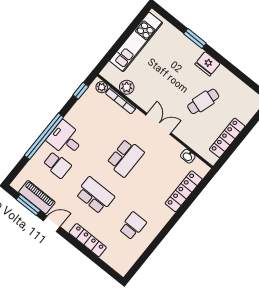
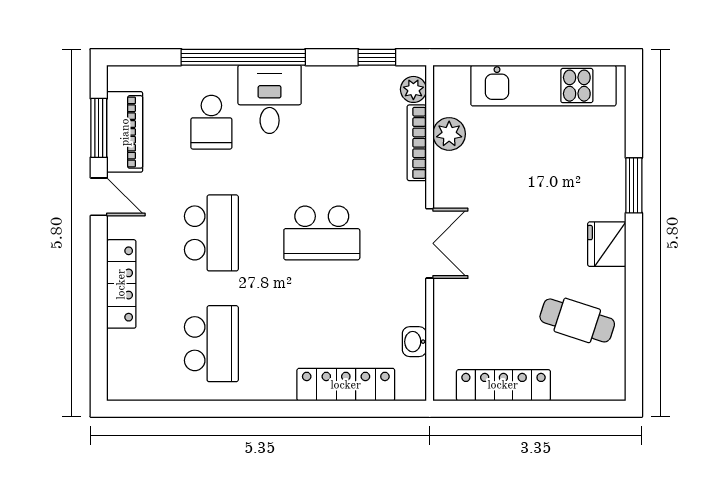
cafe table: (203, 101) -> (577, 320), moved
school desk: (133, 226) -> (211, 344), width x1.85

